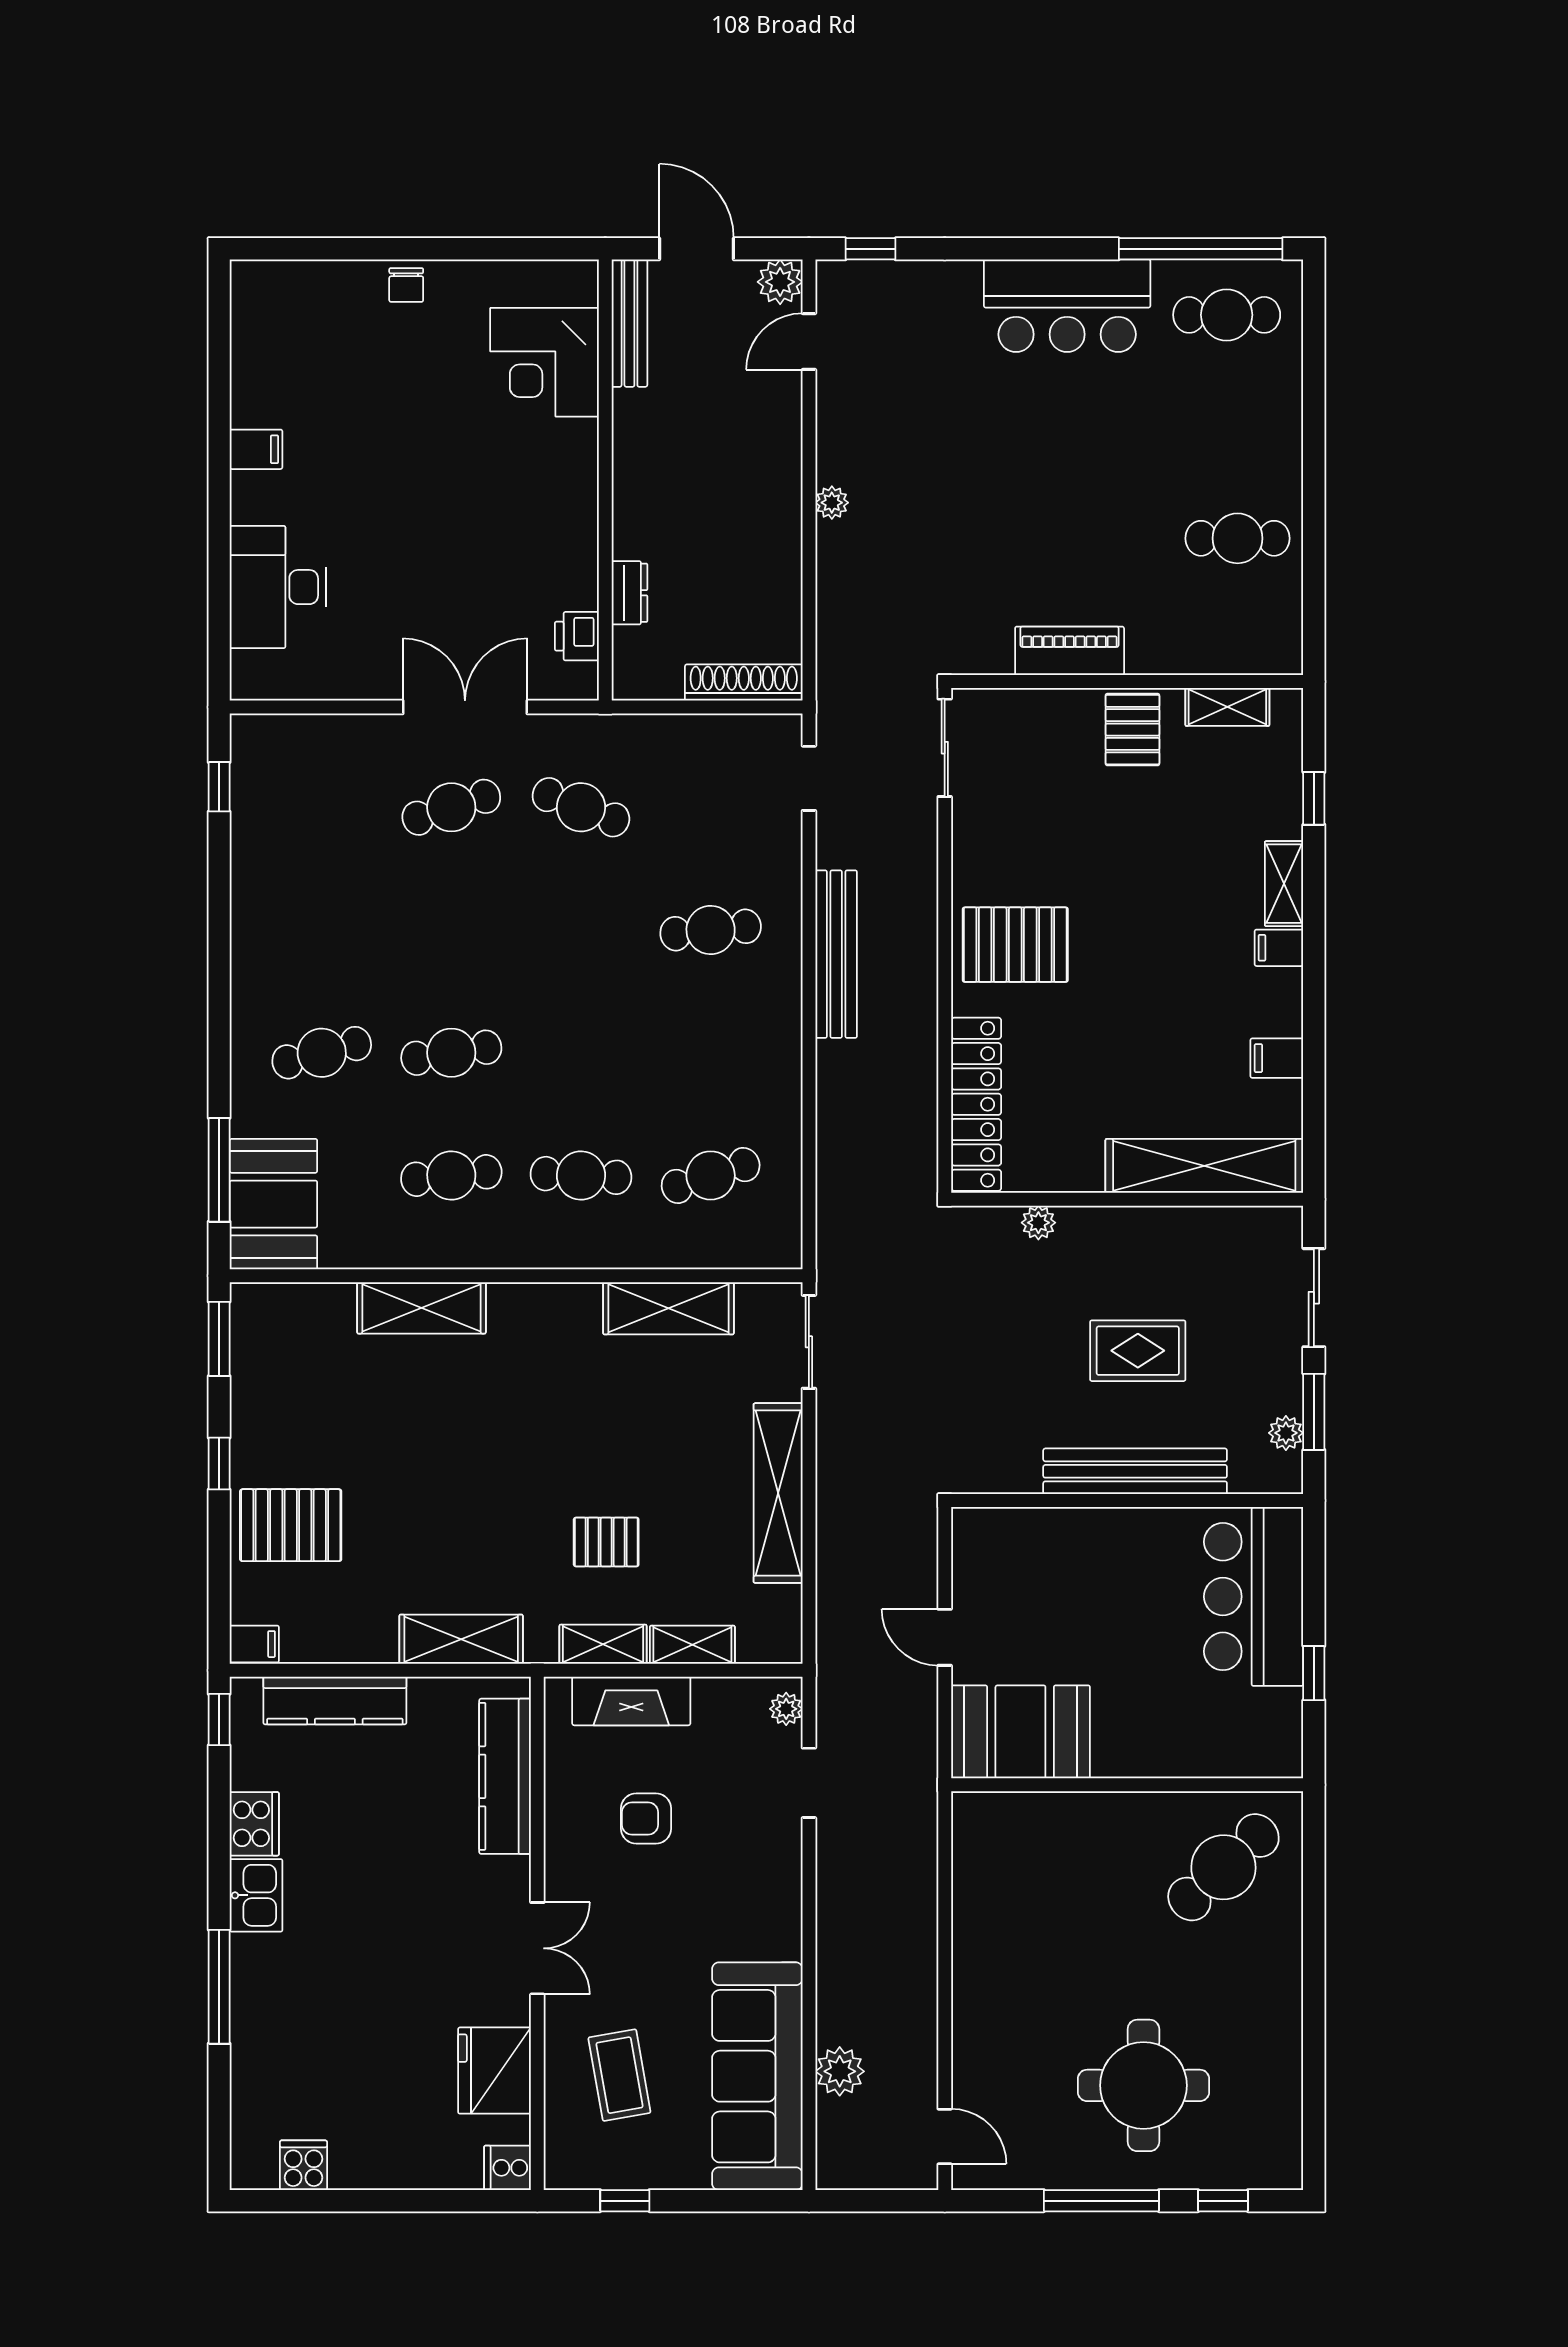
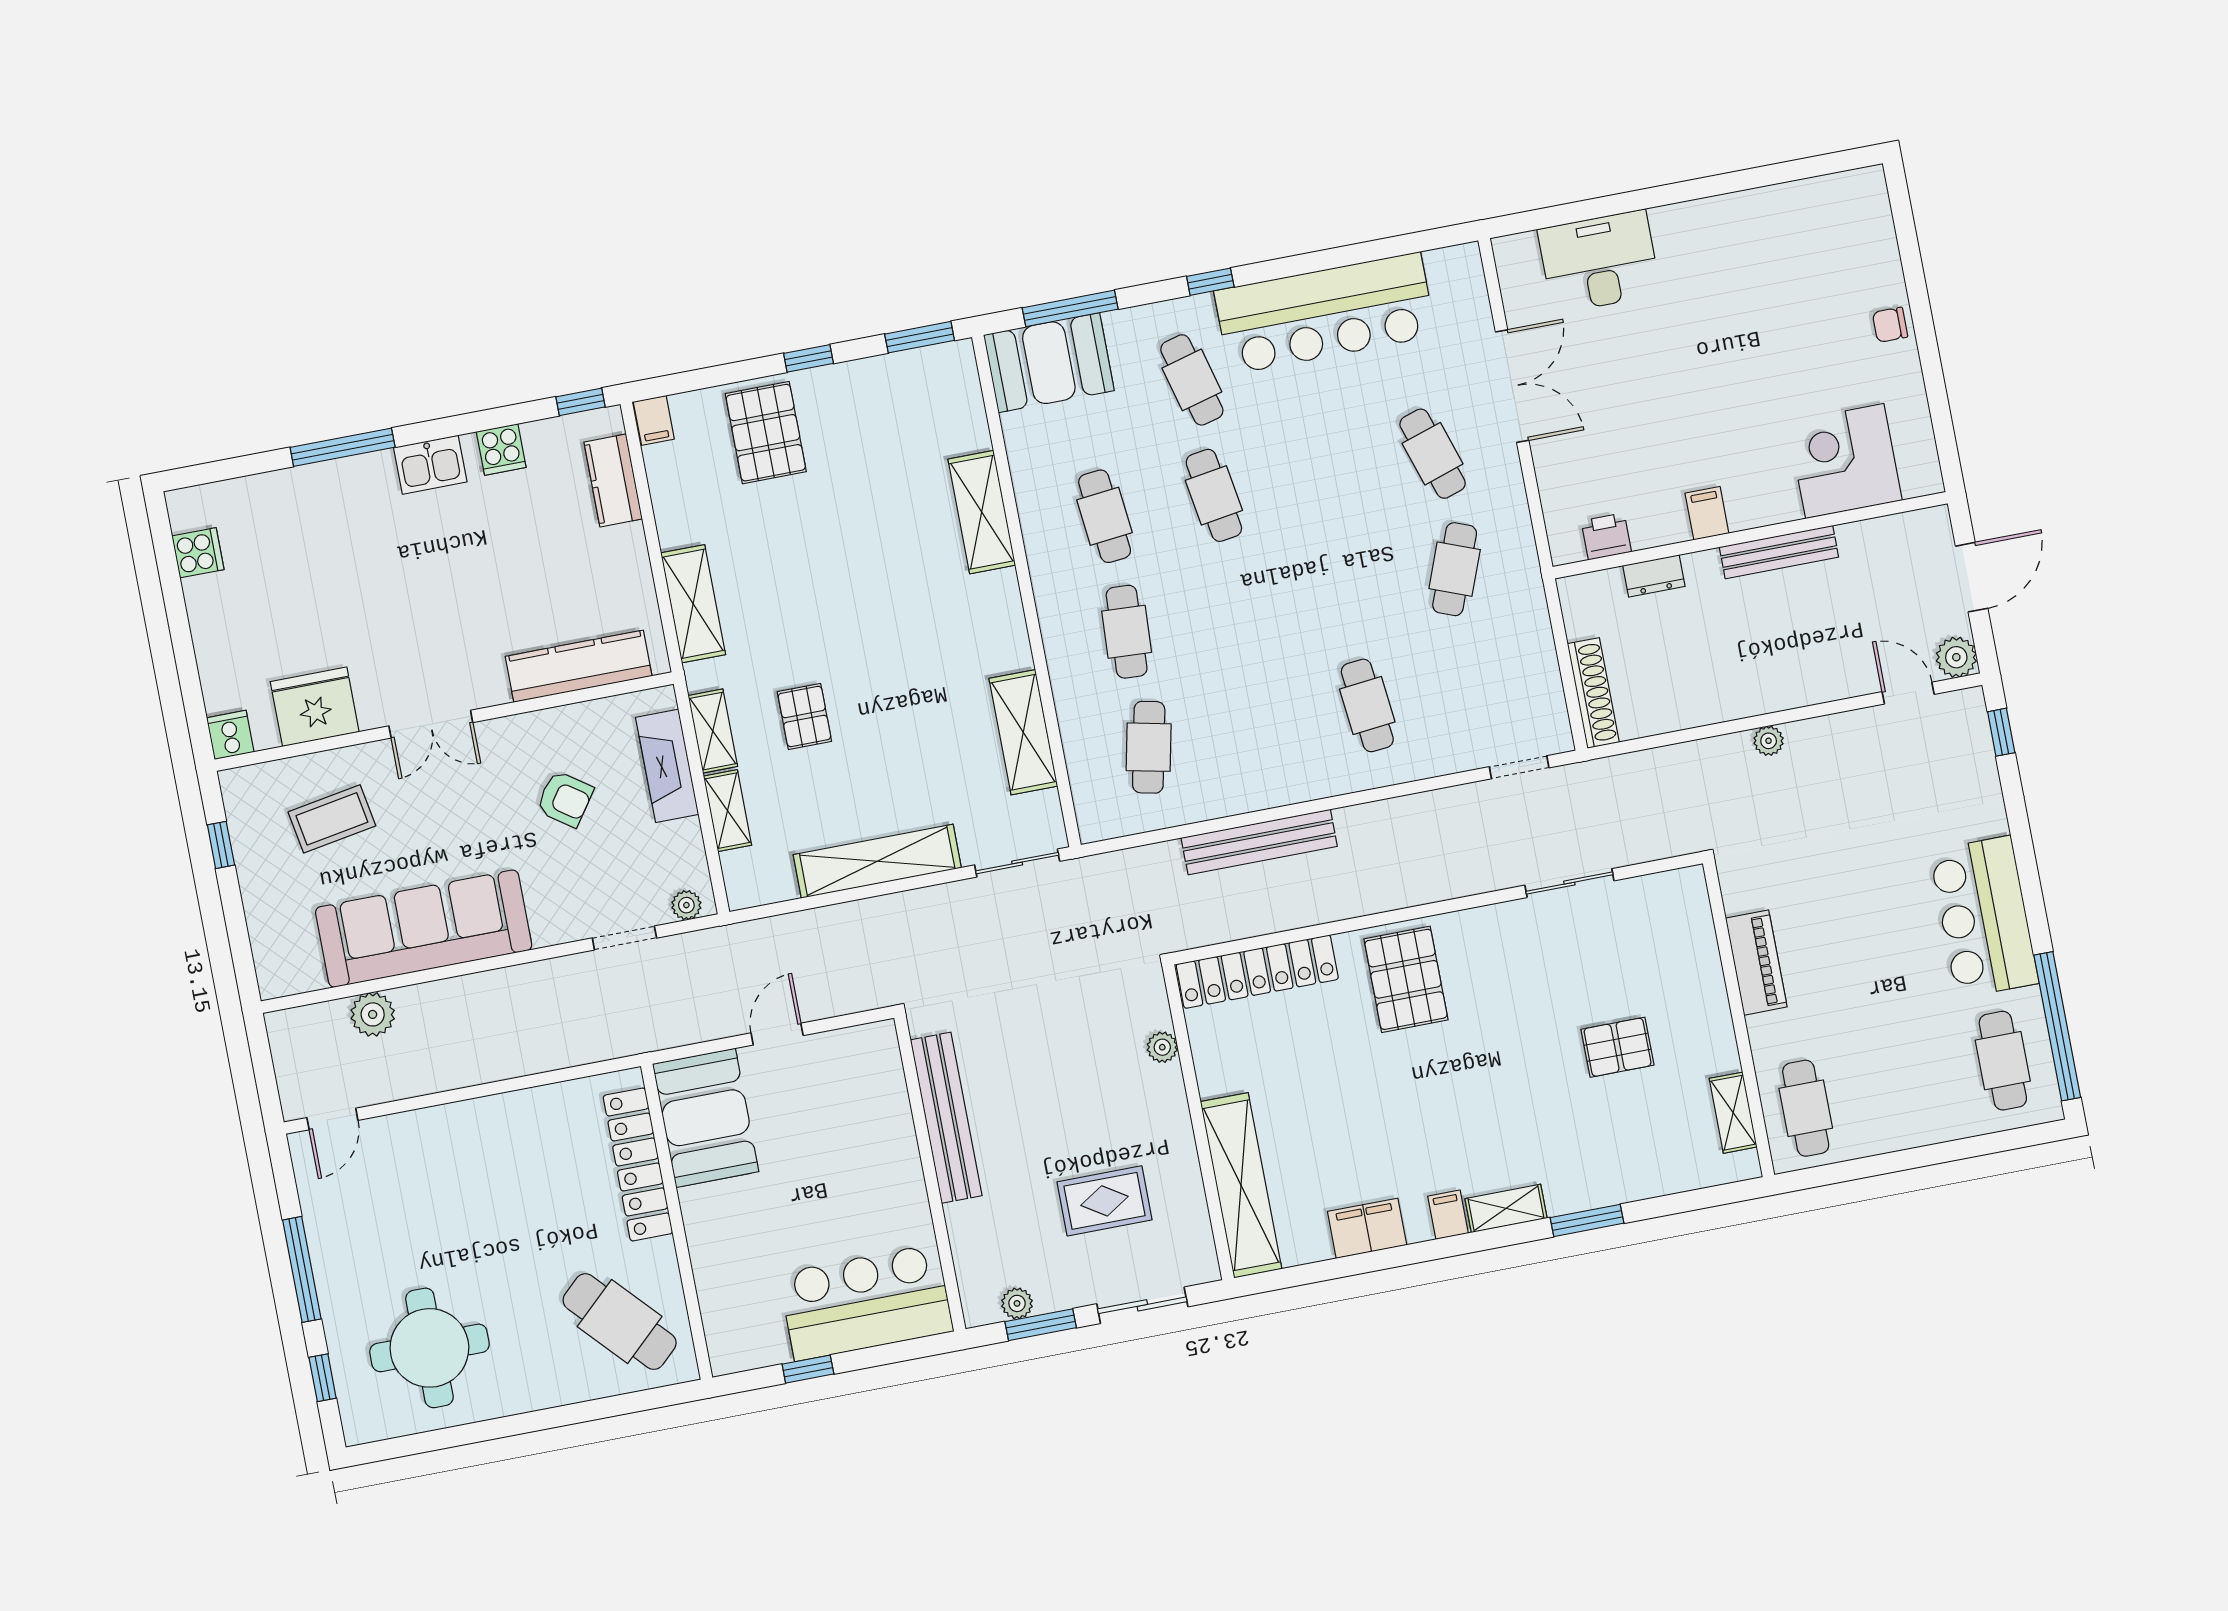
bench: (629, 323) -> (1779, 552), moved
filing cabinet: (256, 449) -> (1707, 513), moved, turned 180
piano: (1070, 651) -> (1756, 963), moved
wall: (1127, 682) -> (1739, 1019), moved
double door: (465, 707) -> (1512, 386), moved
shelving: (1227, 707) -> (1733, 1113), moved
window: (219, 787) -> (1210, 282), moved
window: (1314, 798) -> (1587, 1220), width x1.50
bar counter: (277, 895) -> (1325, 313), added
bench: (836, 954) -> (1259, 842), moved
filing cabinet: (1277, 1058) -> (1367, 1228), width x2.00
cafe table: (711, 1175) -> (1149, 747), turned 30
rug: (1138, 1351) -> (1105, 1201), moved, turned 90
bench: (1135, 1471) -> (946, 1118), moved
kitchen counter: (335, 1700) -> (613, 480), width x0.67
locker: (1057, 1815) -> (638, 1164), added
armchair: (646, 1819) -> (565, 799), turned 125
cooker: (254, 1824) -> (501, 449), width x0.73
sofa: (757, 2076) -> (424, 929), moved
round table: (1143, 2085) -> (429, 1348), moved

